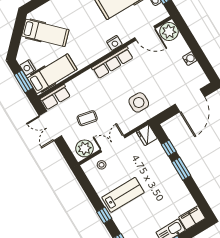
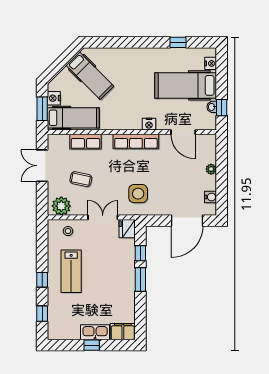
plant: (169, 32) -> (211, 169), moved, width x0.53, depth x0.53
water cooler: (190, 59) -> (211, 197), moved
row of seats: (55, 97) -> (86, 142), moved
double door: (113, 144) -> (103, 217), moved
lab bench: (123, 195) -> (71, 271), turned 90

